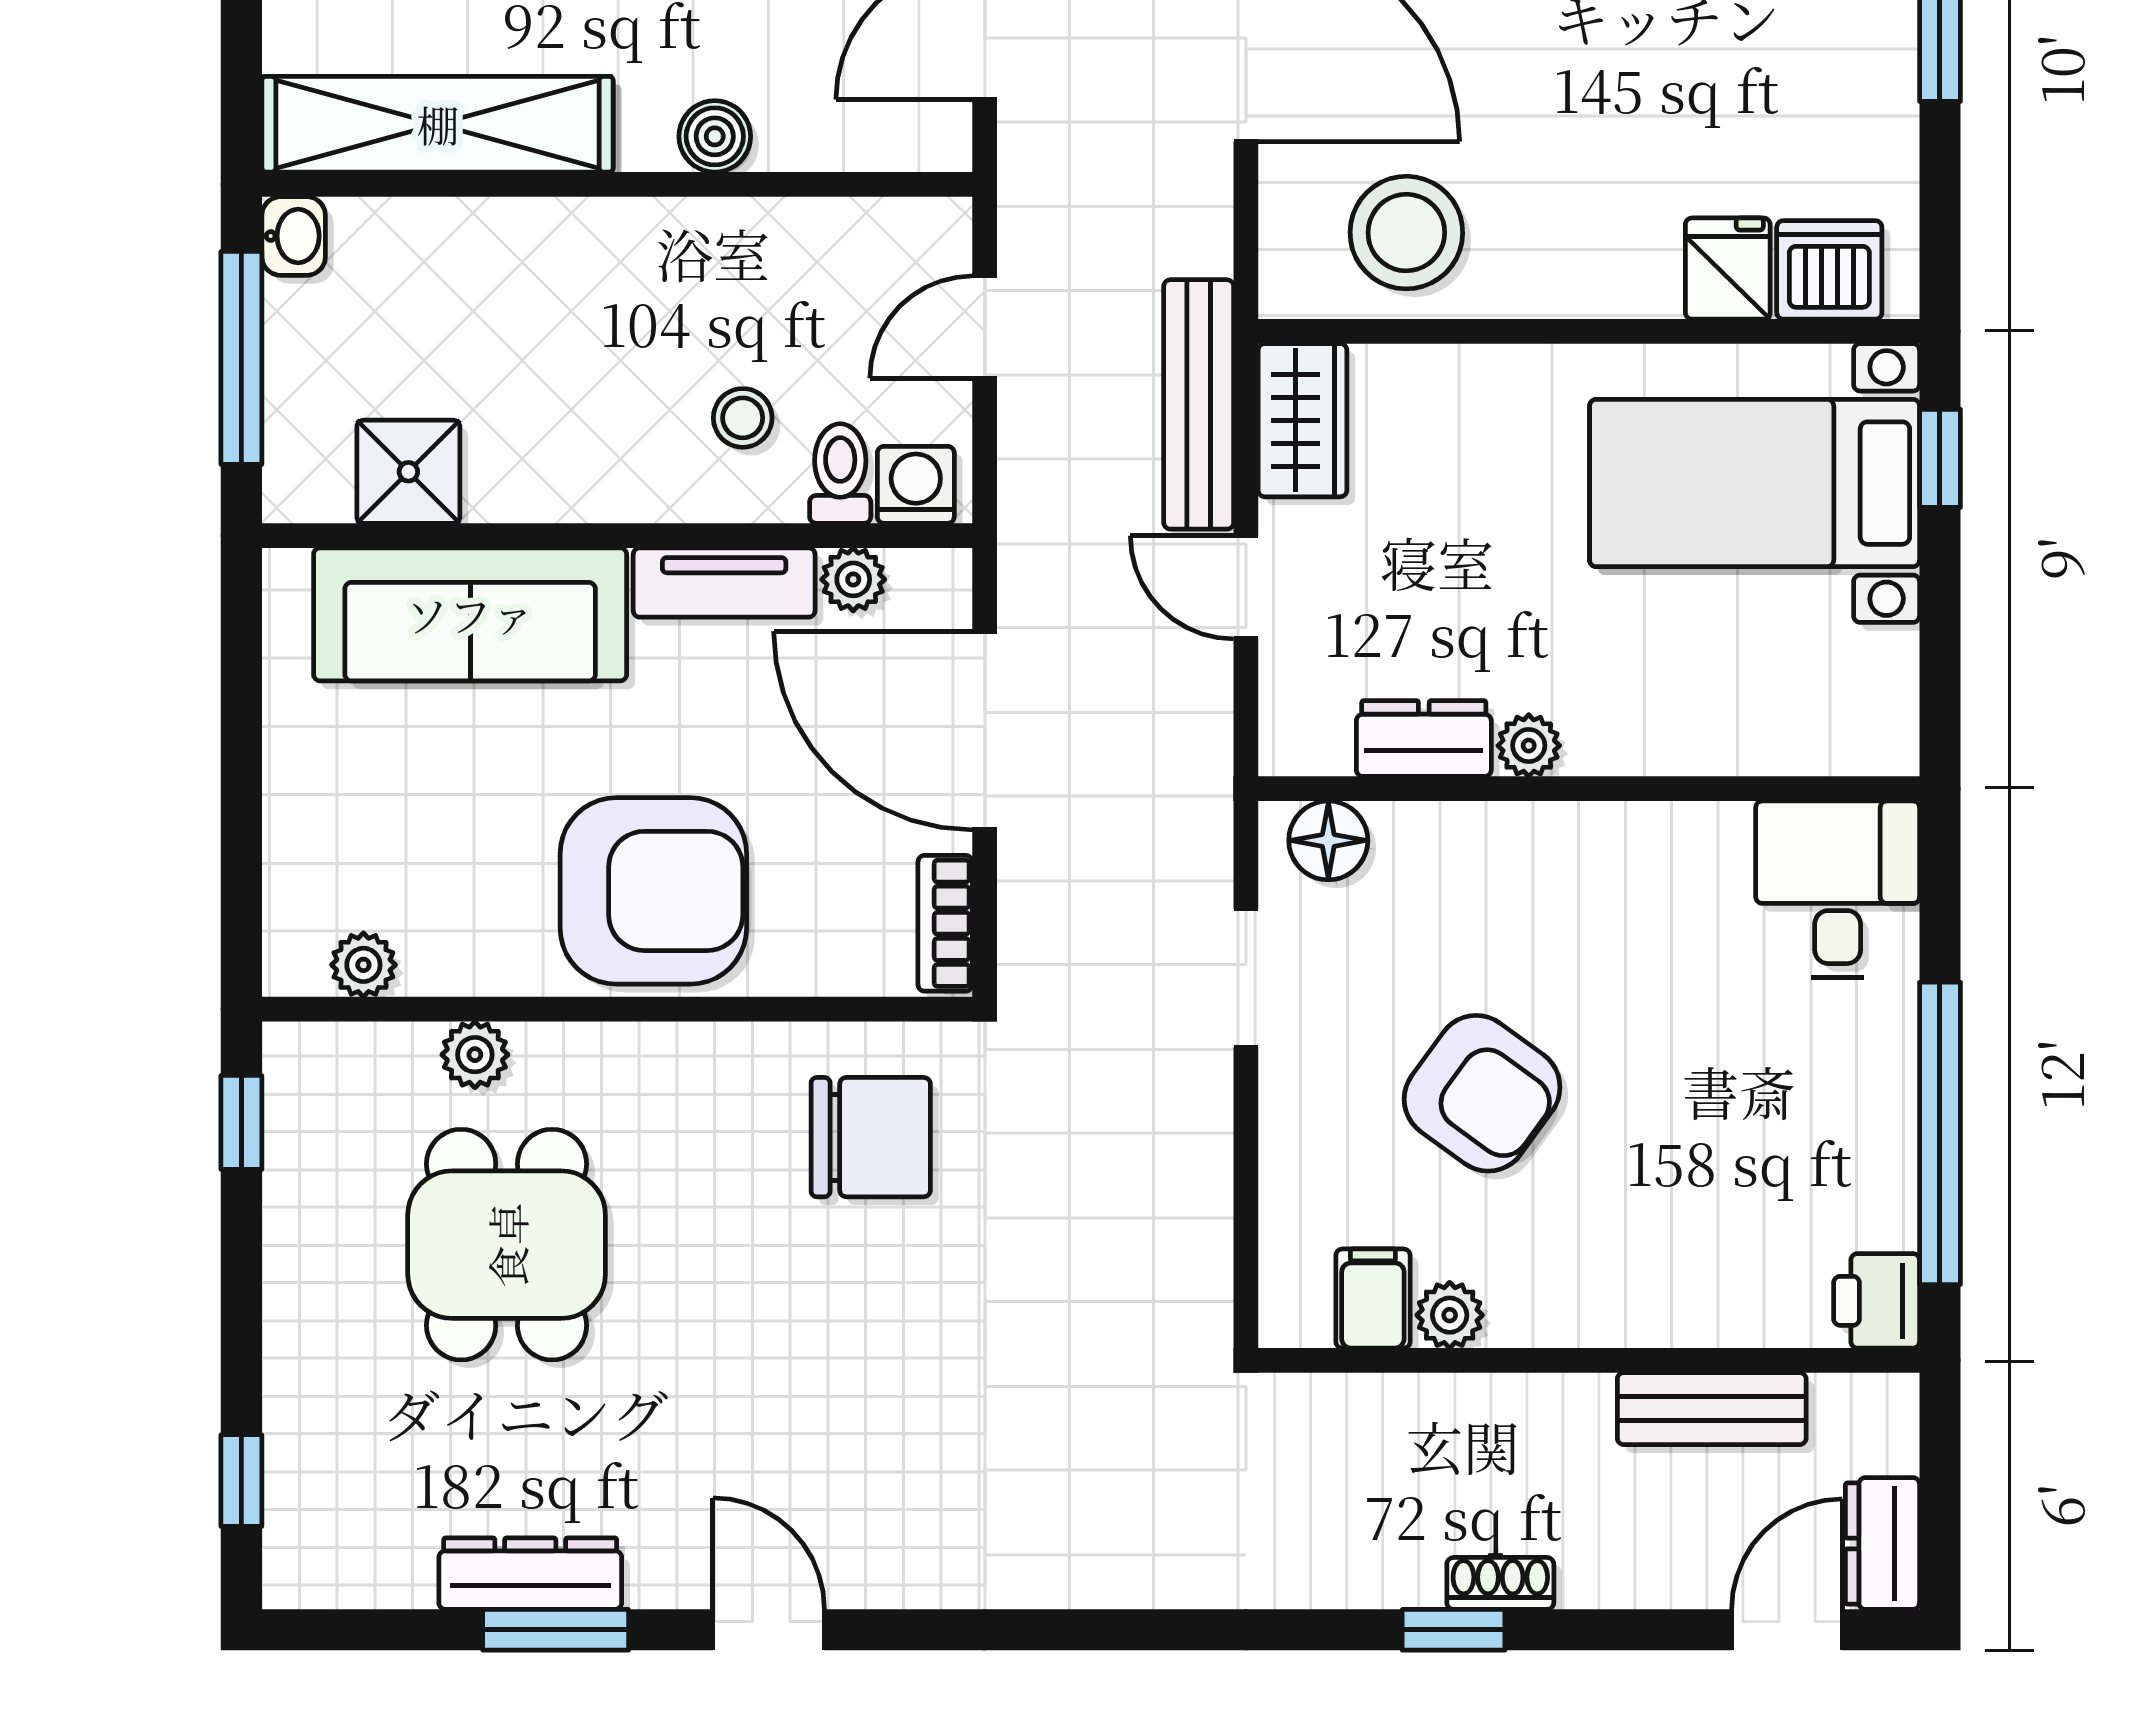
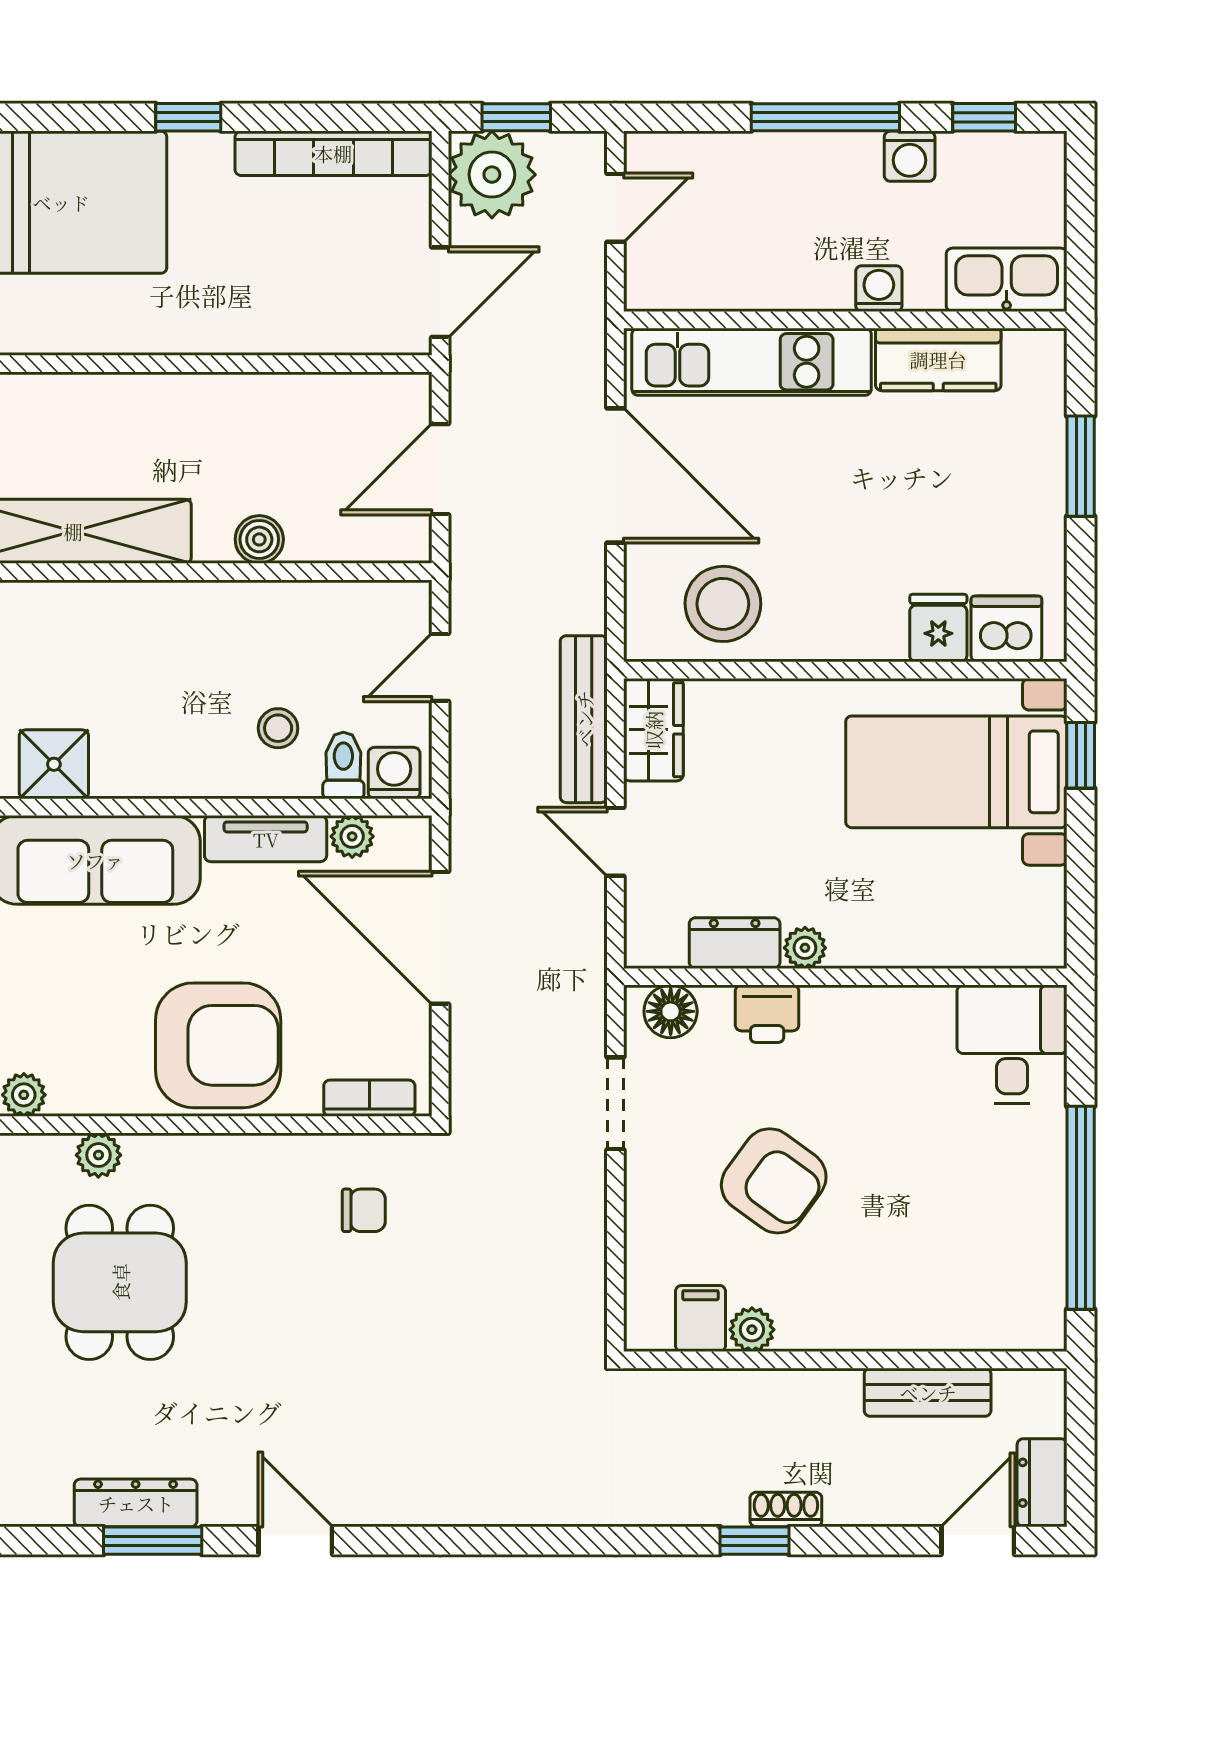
bookcase: (945, 923) -> (369, 1098), moved, turned 90
chair: (871, 1137) -> (364, 1210), width x0.54, depth x0.54
printer: (1877, 1301) -> (767, 1014), moved, turned -90

